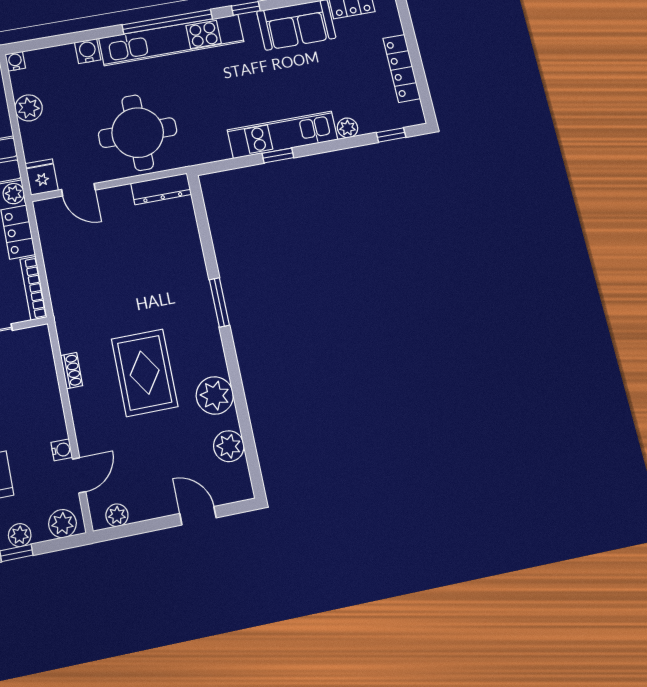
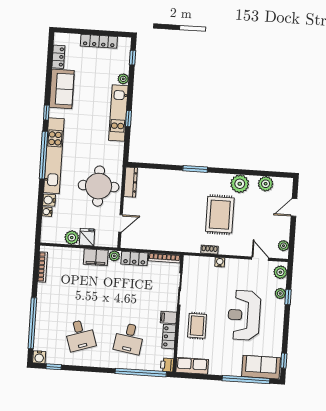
water cooler: (15, 61) -> (47, 212), moved
fridge: (42, 177) -> (87, 237), moved, turned 90
rug: (145, 373) -> (220, 215), turned 90
water cooler: (62, 450) -> (220, 262), moved

